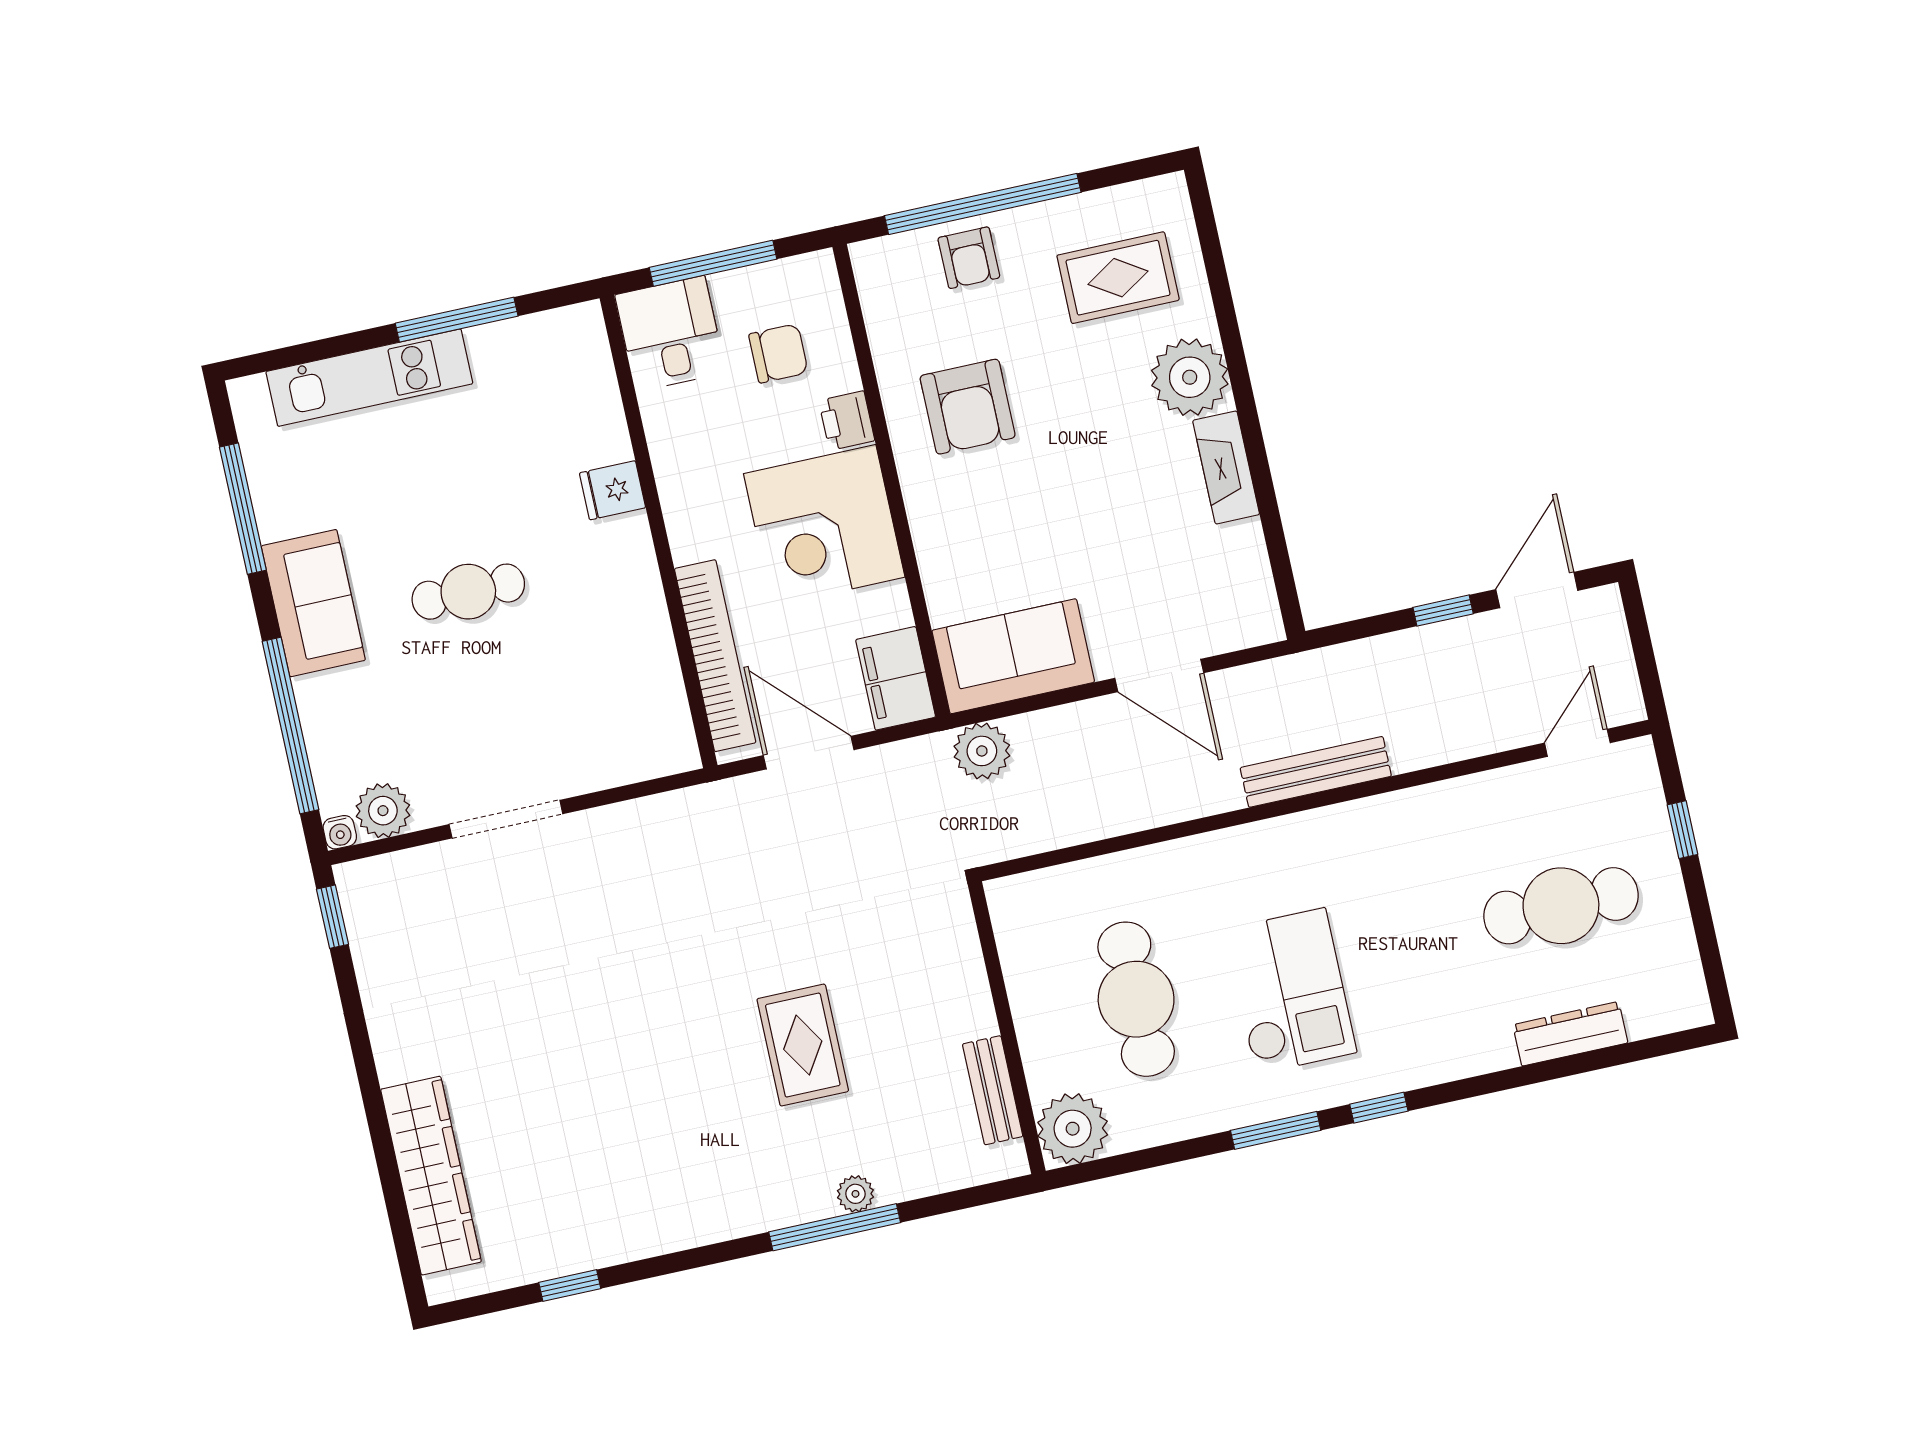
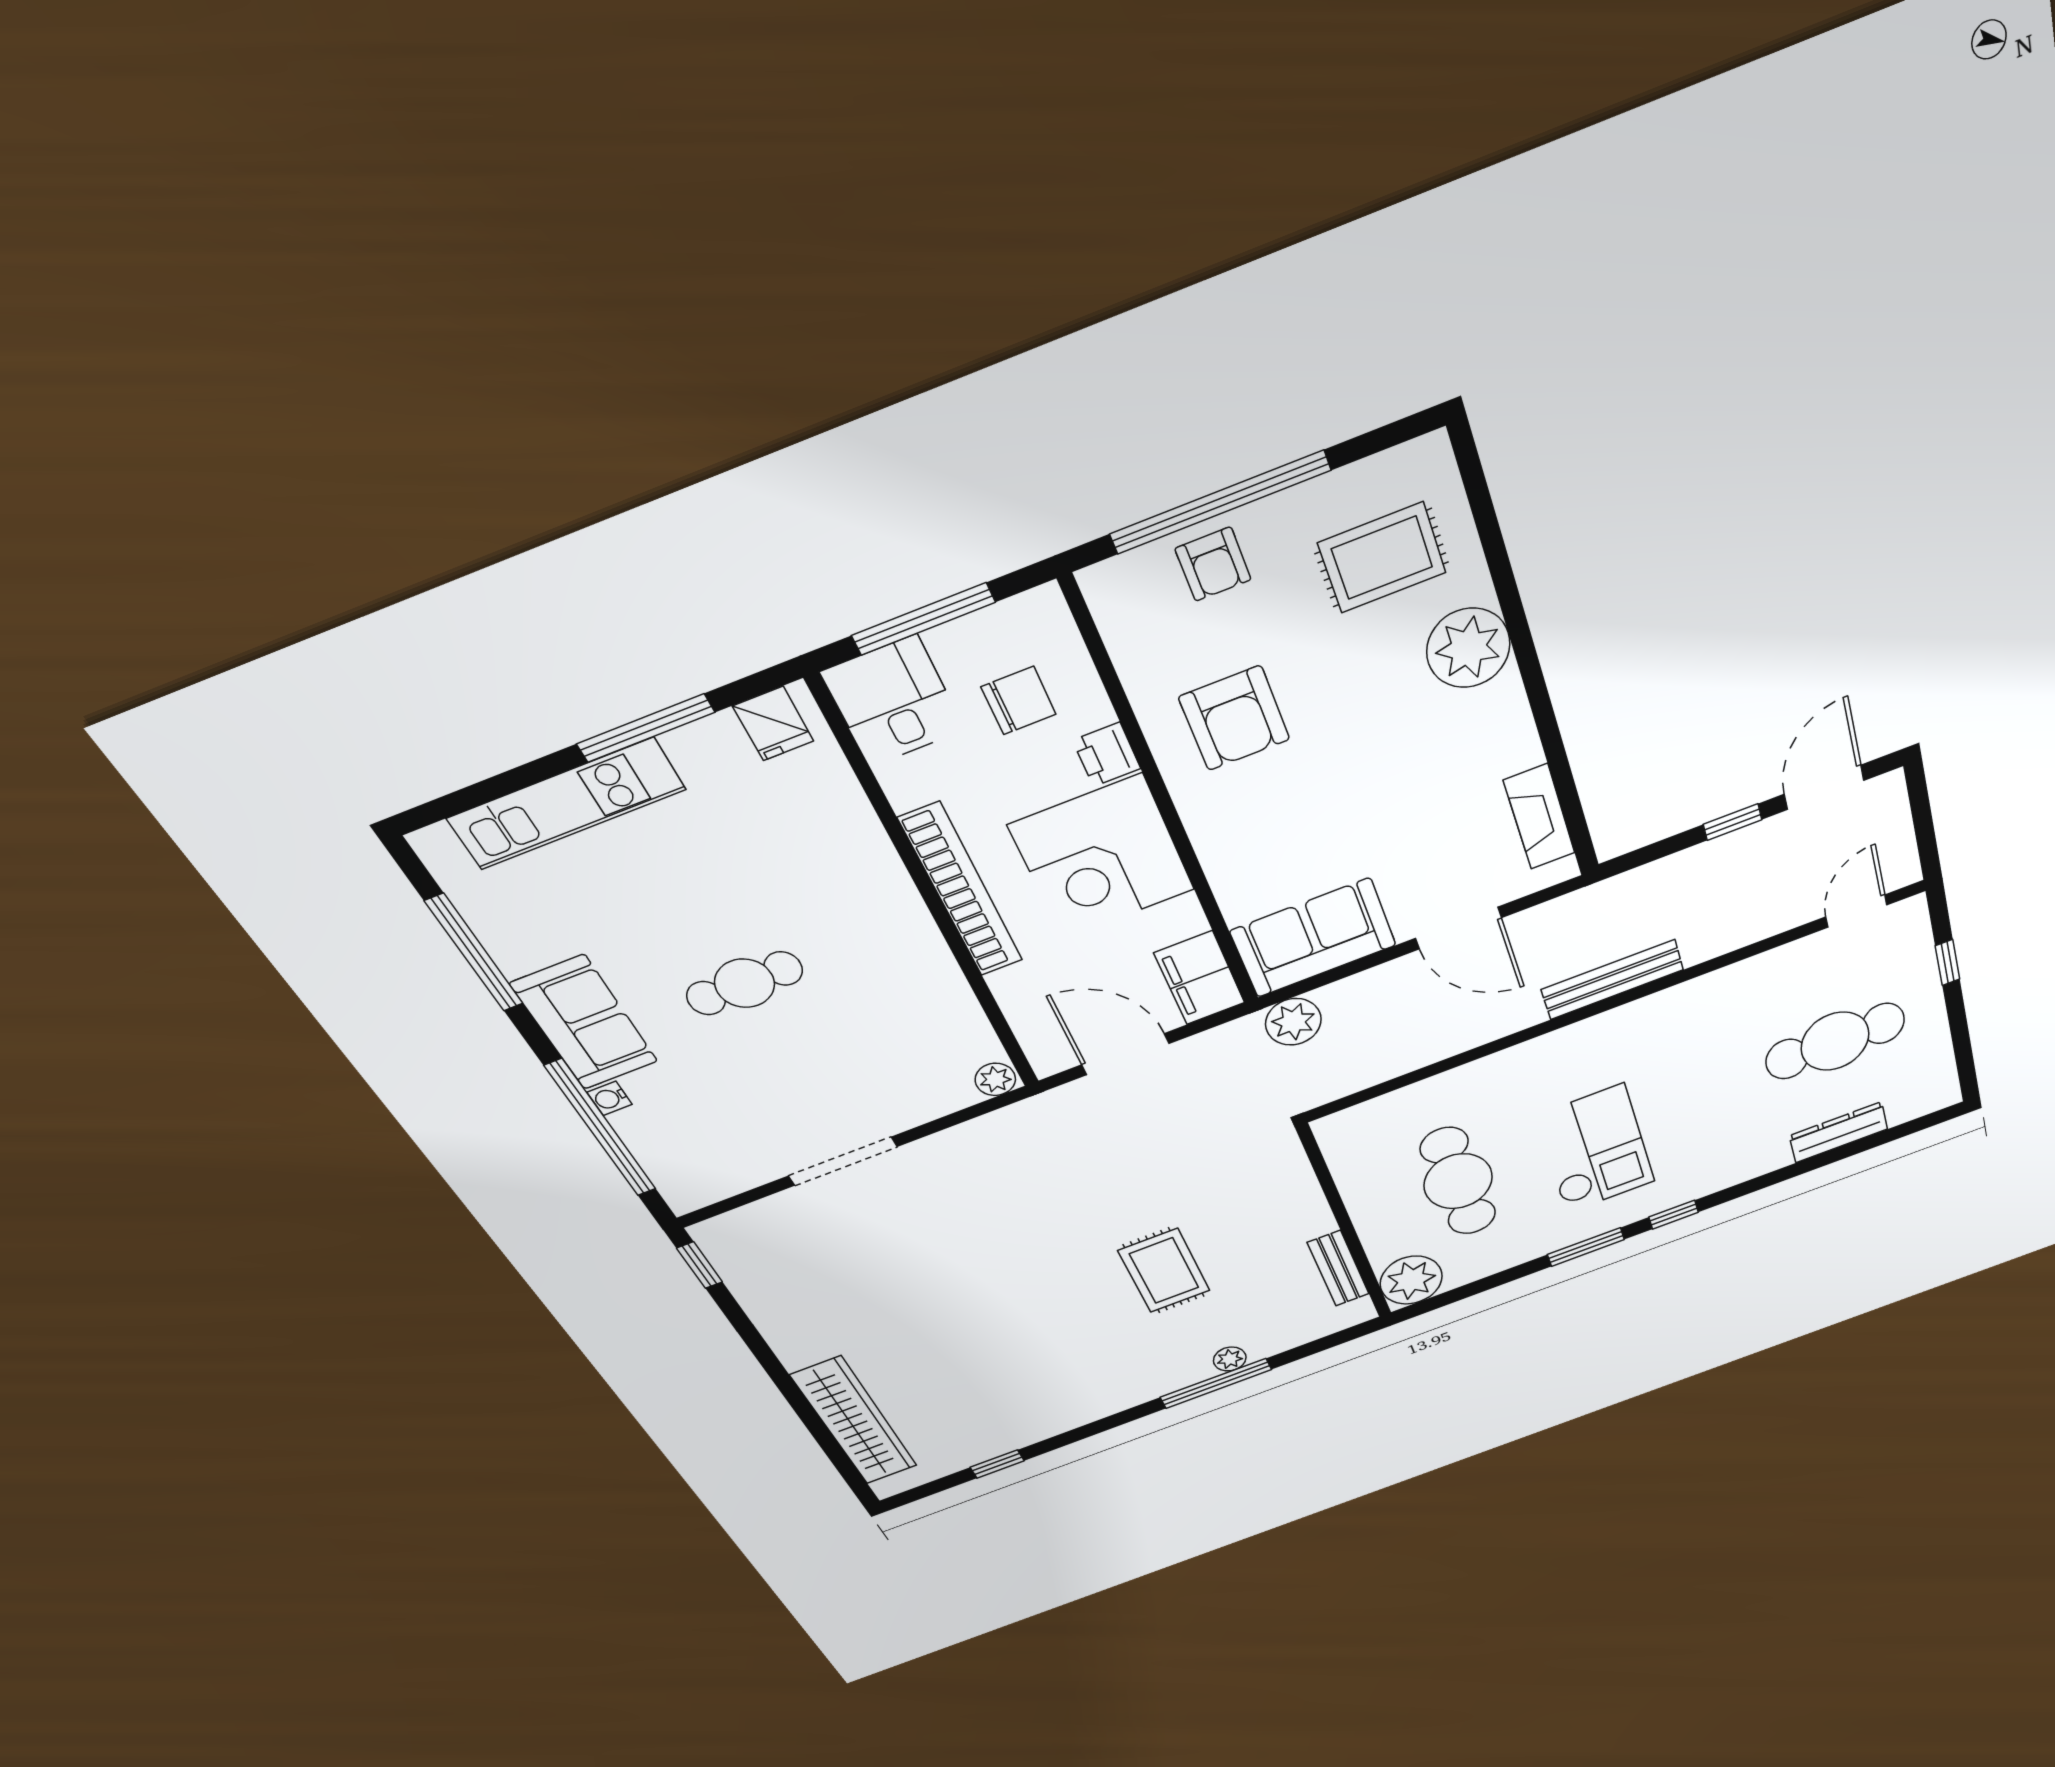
fireplace: (1226, 467) -> (1539, 817), moved
fridge: (612, 490) -> (773, 724), moved, turned -90
bookcase: (715, 656) -> (961, 890), moved
plant: (383, 811) -> (995, 1079), moved, width x0.73, depth x0.73
water cooler: (340, 832) -> (610, 1098), moved, turned 90

